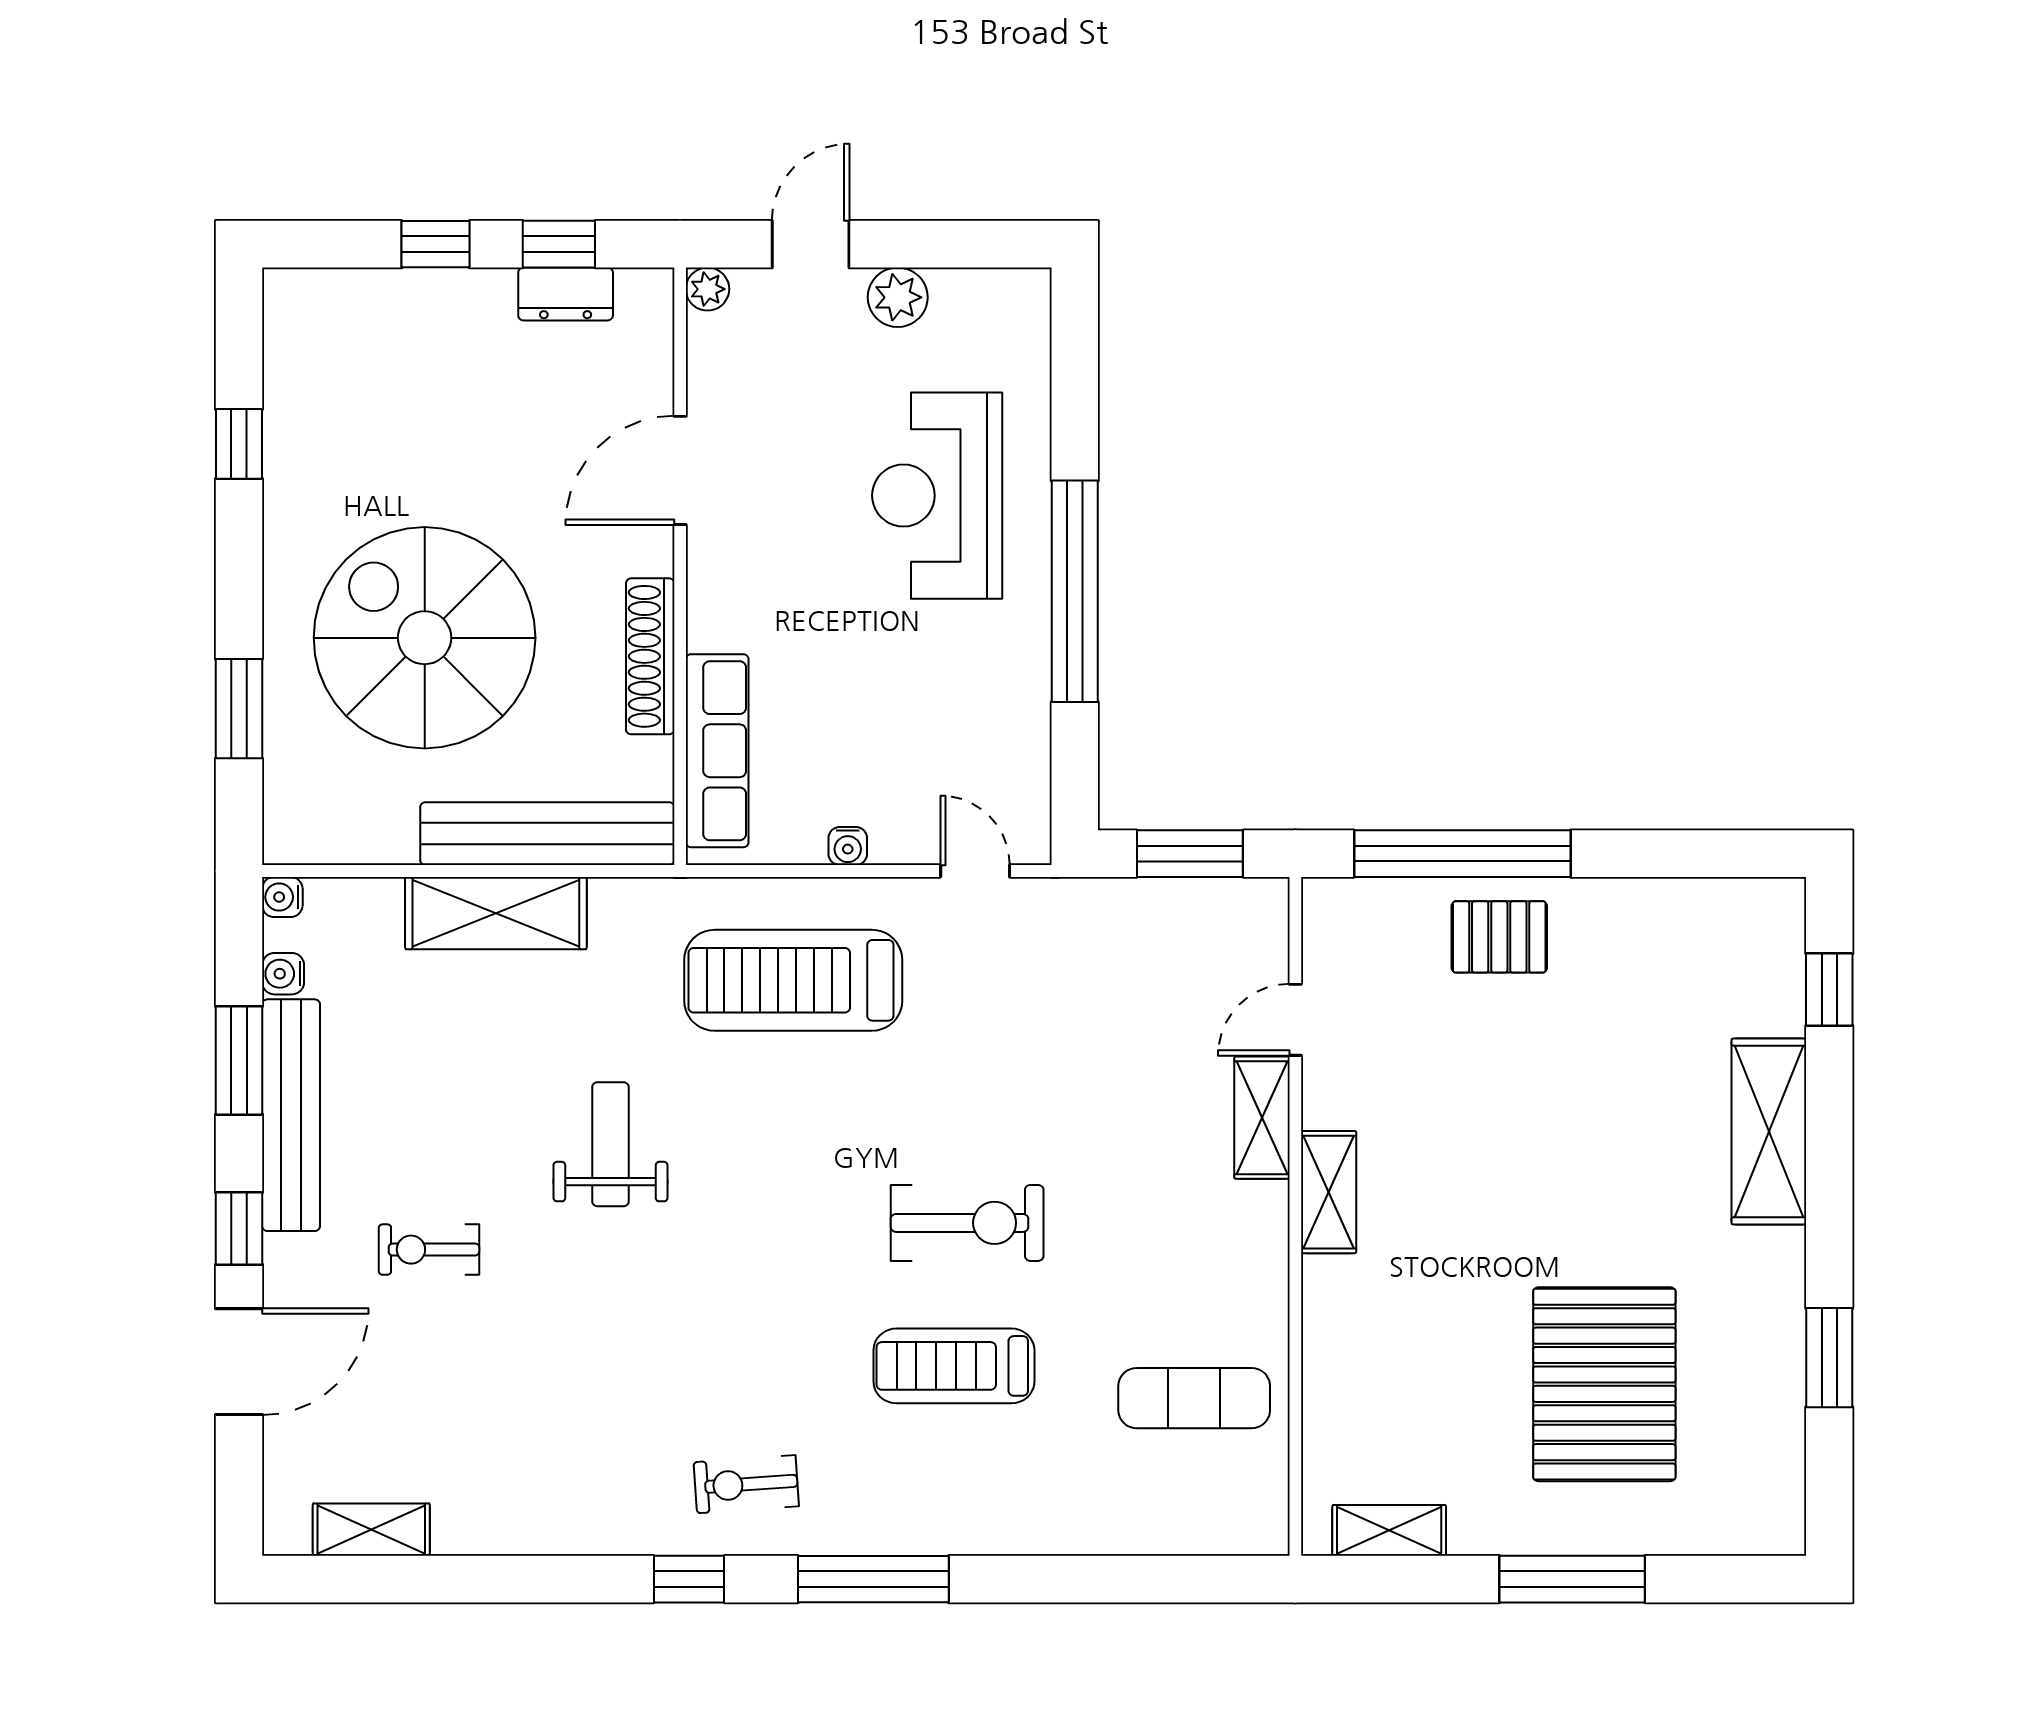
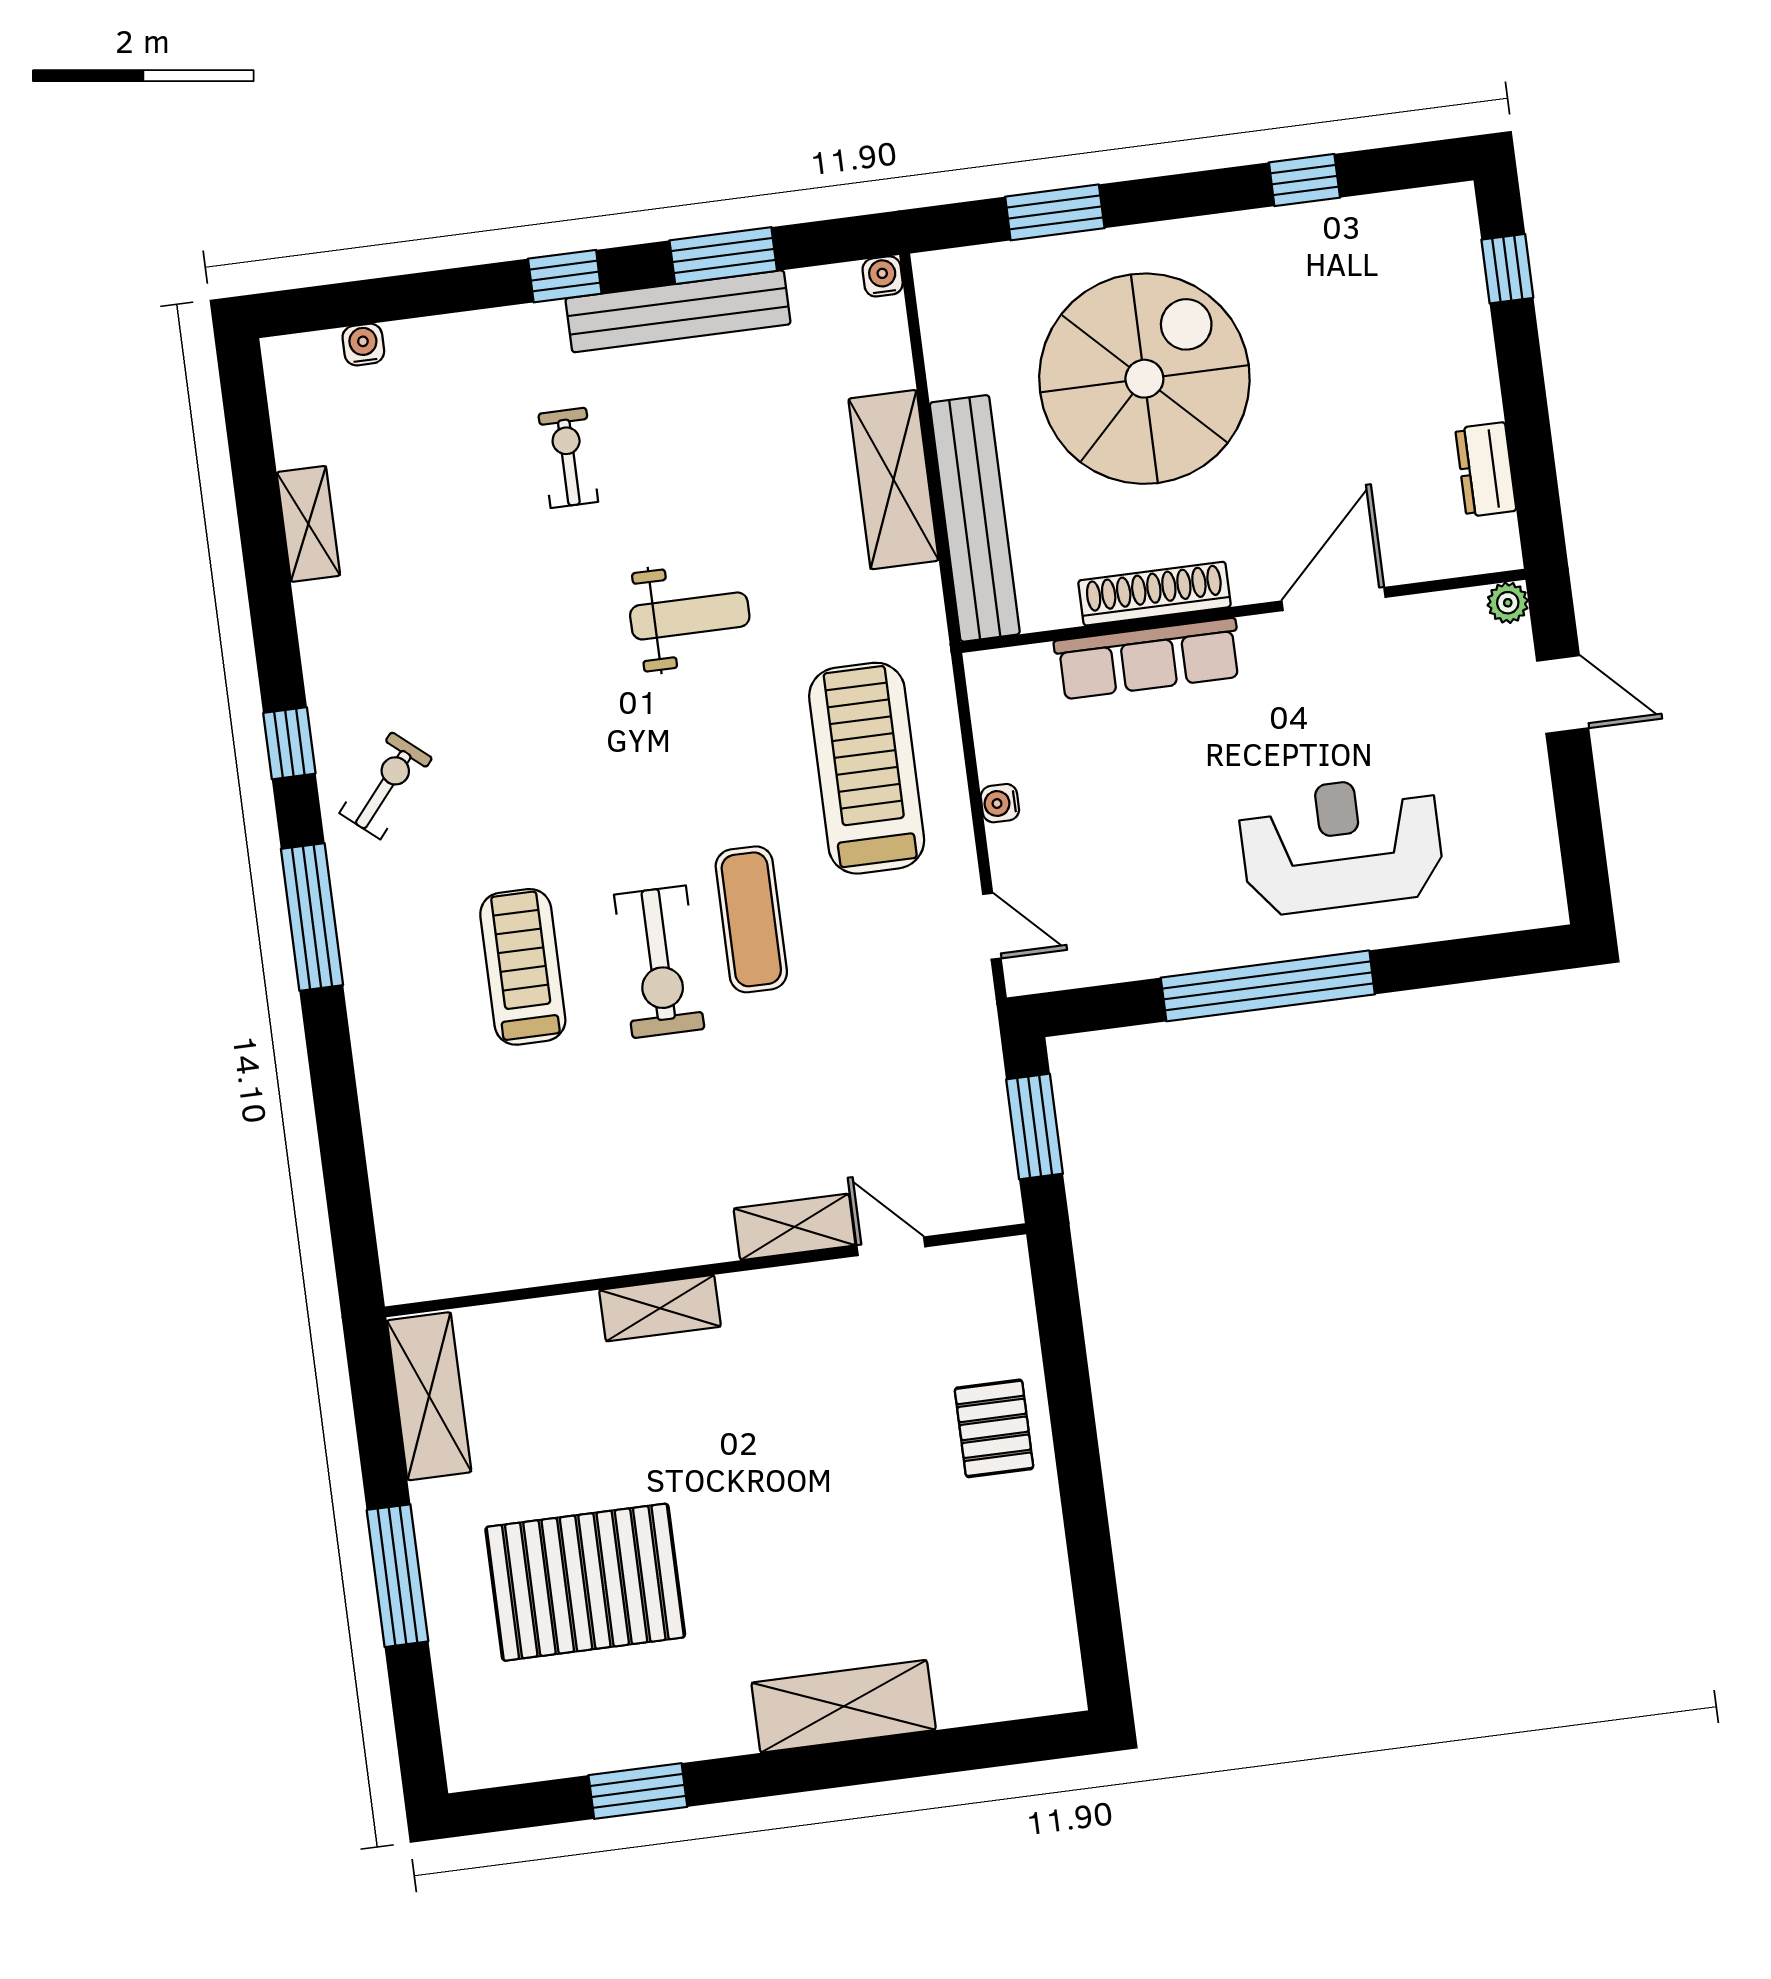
window: (436, 244) -> (1507, 269), moved
window: (559, 244) -> (1532, 457), removed
plant: (898, 297) -> (1523, 783), removed
door: (680, 470) -> (1333, 599), hinge flipped
row of seats: (717, 751) -> (1148, 659), moved
window: (1462, 854) -> (1068, 1384), removed
door: (975, 871) -> (992, 926), hinge flipped
water cooler: (283, 974) -> (363, 345), moved
window: (1829, 990) -> (985, 1746), removed
shelving: (1329, 1192) -> (660, 1308), moved
door: (239, 1362) -> (439, 292), removed
exercise mat: (1194, 1398) -> (751, 919), moved
exercise bike: (746, 1484) -> (386, 786), turned 44
shelving: (371, 1530) -> (308, 524), moved
shelving: (1389, 1530) -> (429, 1396), width x1.50, depth x1.33

